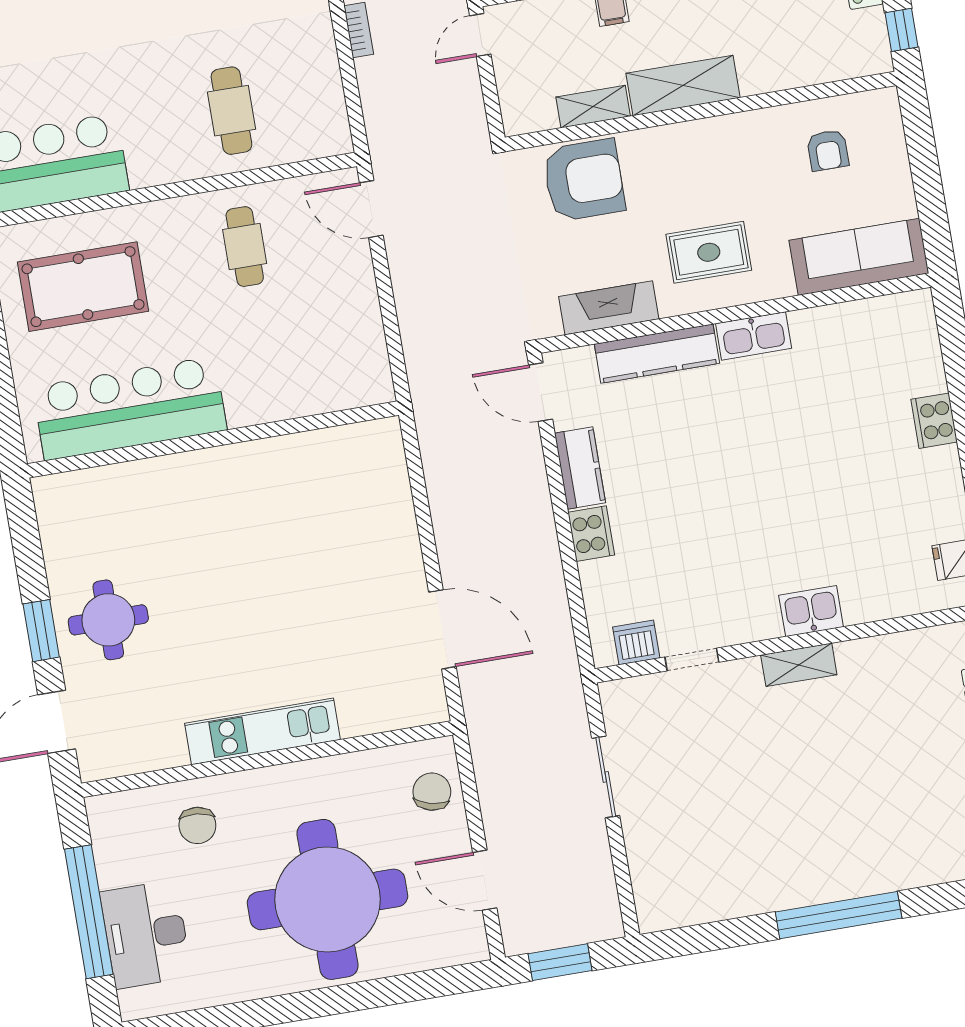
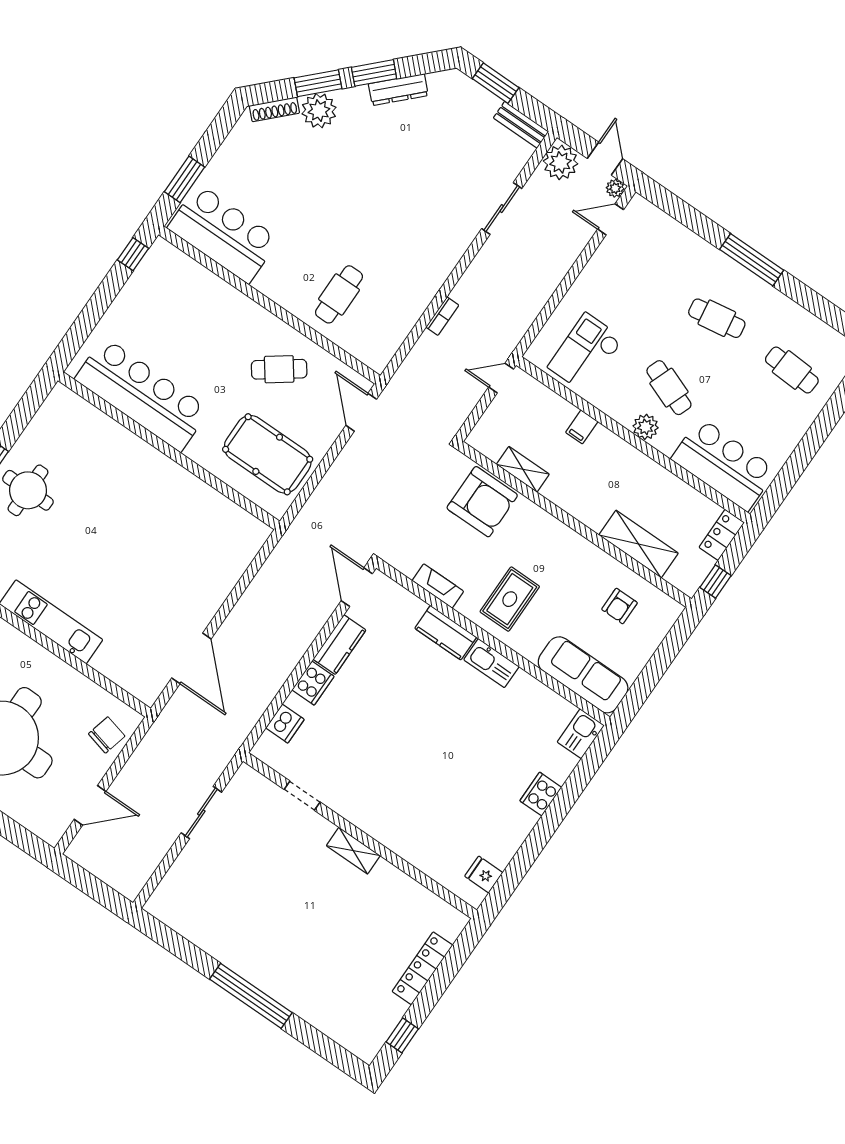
shelving: (683, 85) -> (638, 544), moved
cafe table: (245, 247) -> (279, 369), turned 54
rug: (709, 252) -> (510, 599), turned 90
pool table: (83, 287) -> (268, 454), moved
fireplace: (609, 308) -> (438, 586), width x0.73, depth x0.76
kitchen counter: (657, 354) -> (446, 633), width x0.67
kitchen sink: (811, 611) -> (581, 734), moved, turned -90
dishwasher: (636, 642) -> (285, 724), moved, turned 90
door: (485, 880) -> (90, 805), swing flipped
window: (560, 962) -> (88, 883), removed

